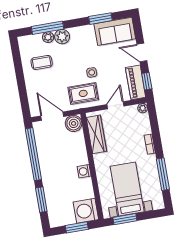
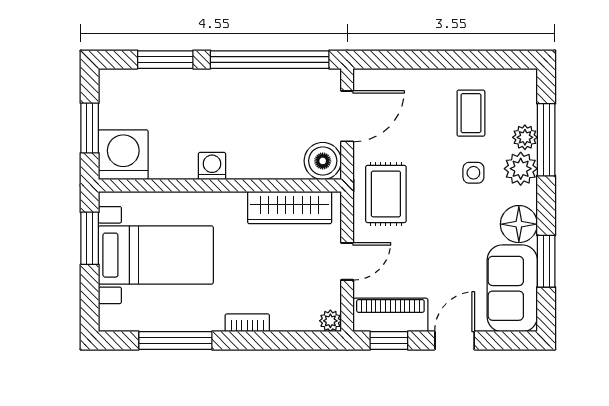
floor lamp: (86, 33) -> (519, 224), added
side table: (92, 72) -> (473, 173), moved
door: (115, 105) -> (347, 261), hinge flipped

